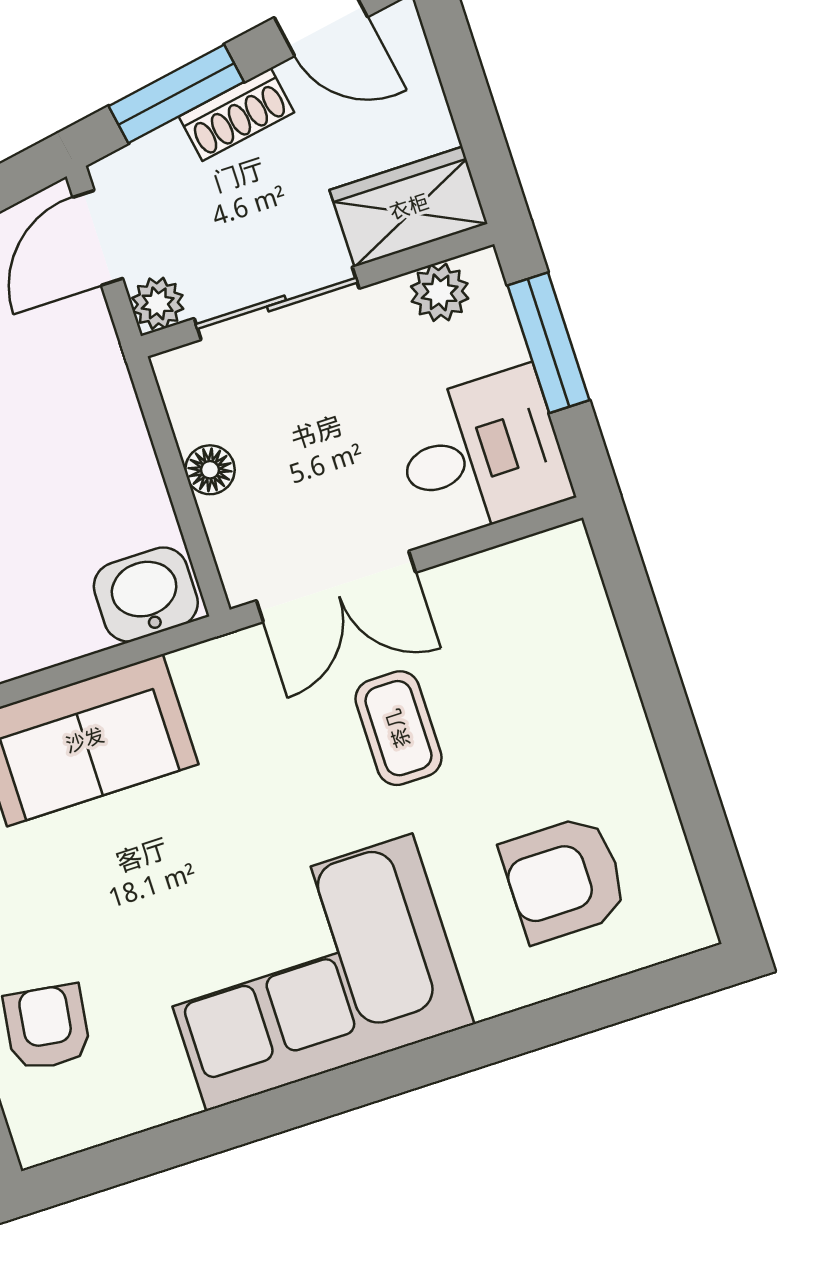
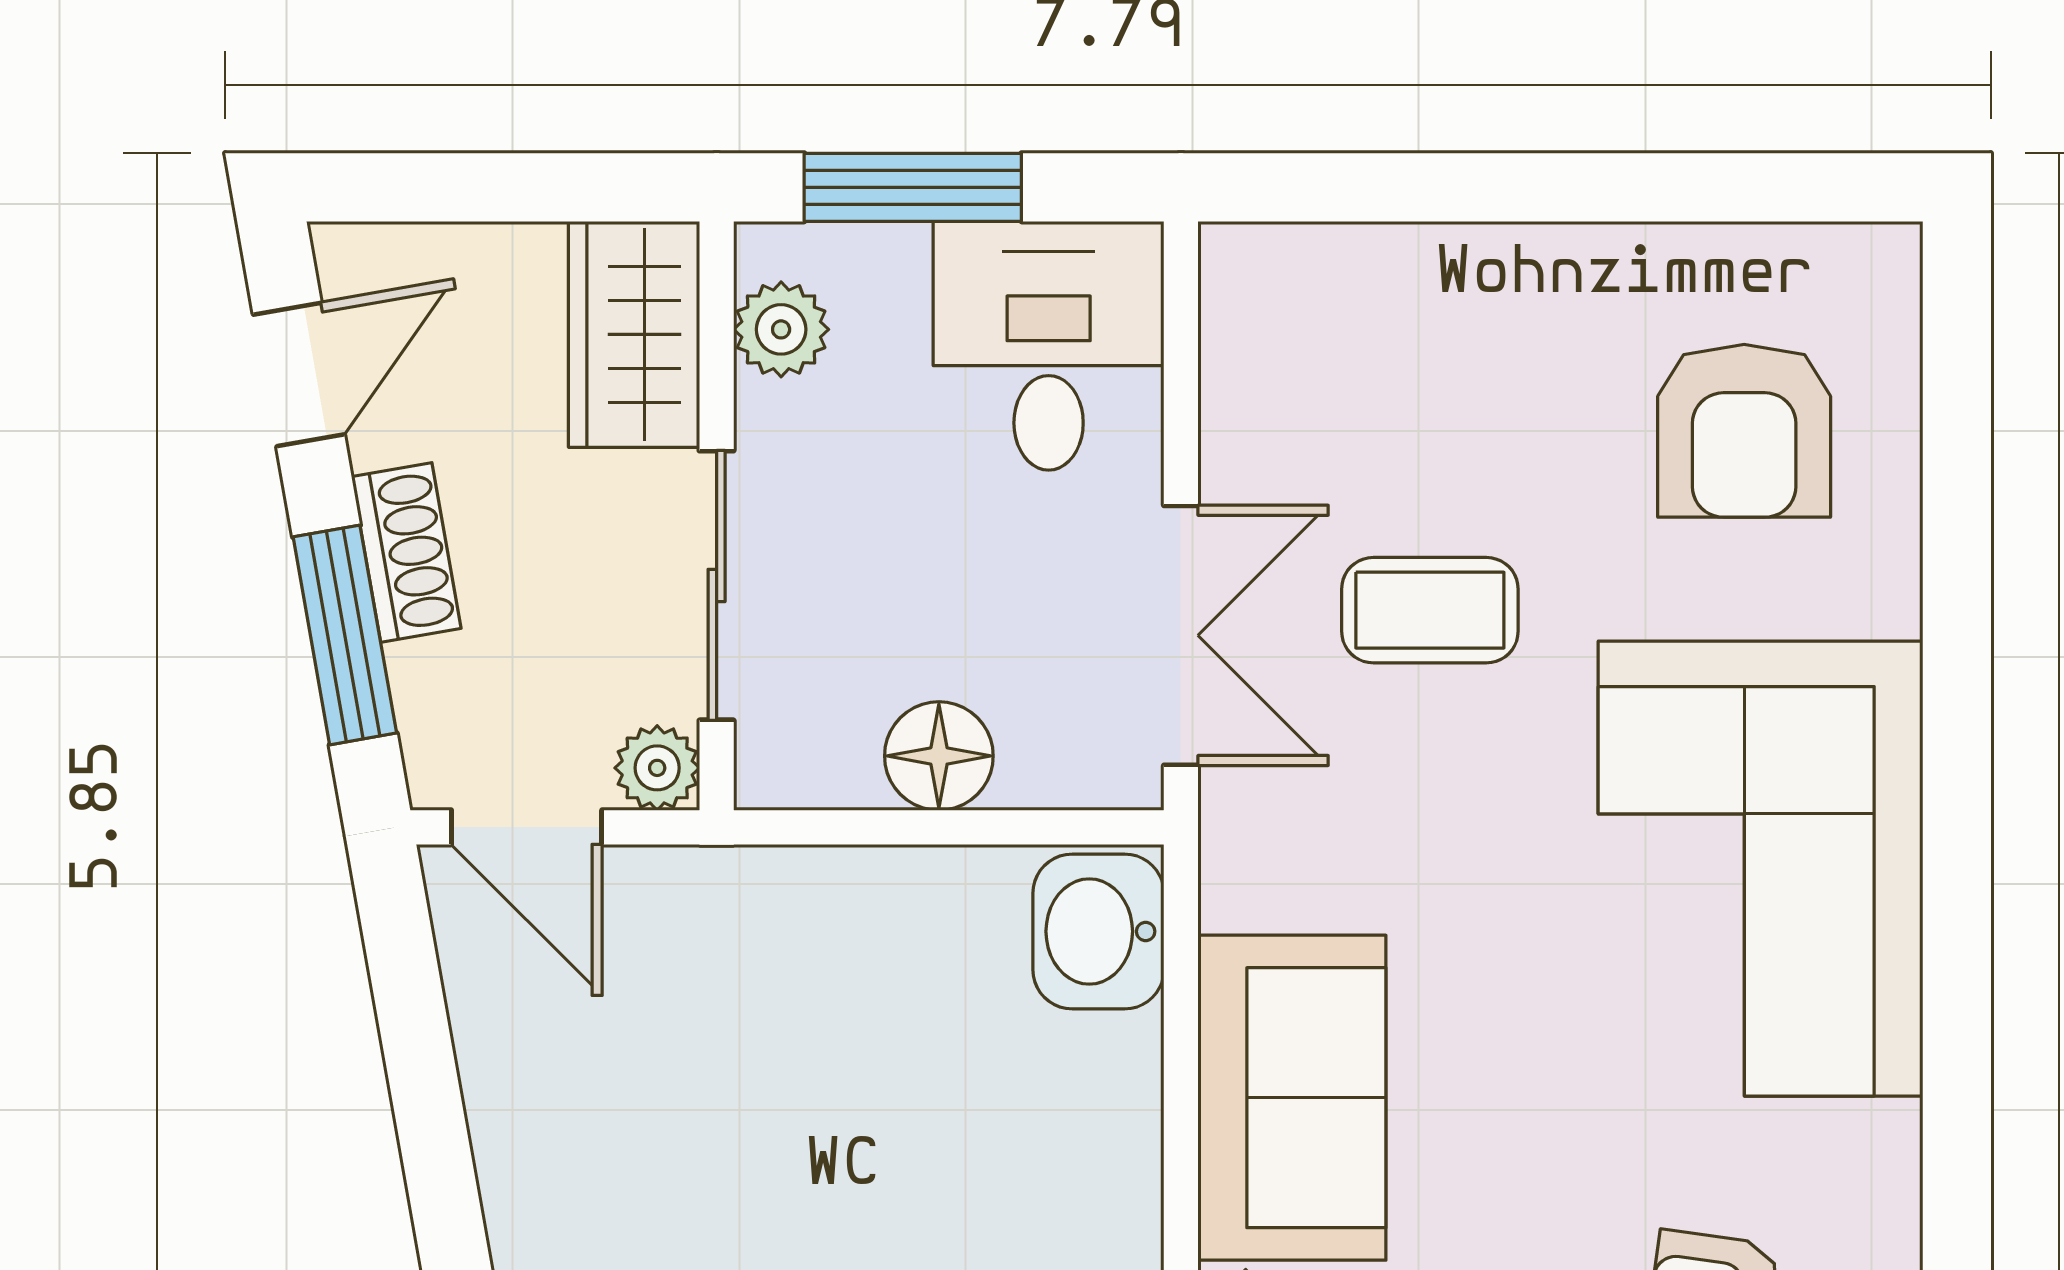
floor lamp: (210, 470) -> (939, 756), width x1.37, depth x1.37

